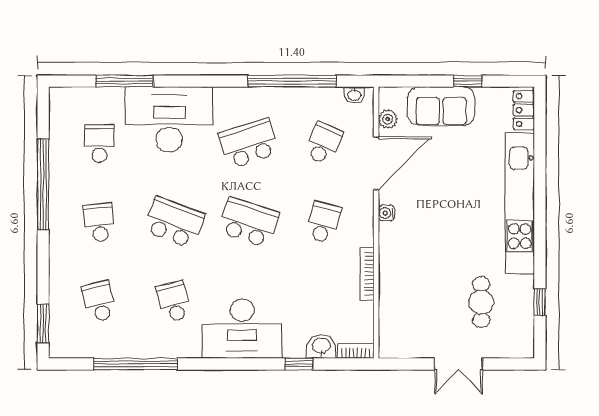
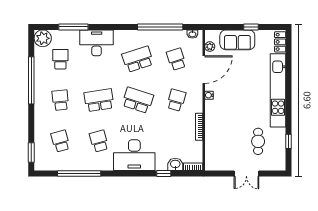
plant: (65, 103) -> (43, 38), added
desk: (169, 119) -> (97, 43), width x0.73, depth x0.77
school desk: (323, 143) -> (176, 59), turned -42
school desk: (174, 223) -> (99, 100), turned -30

